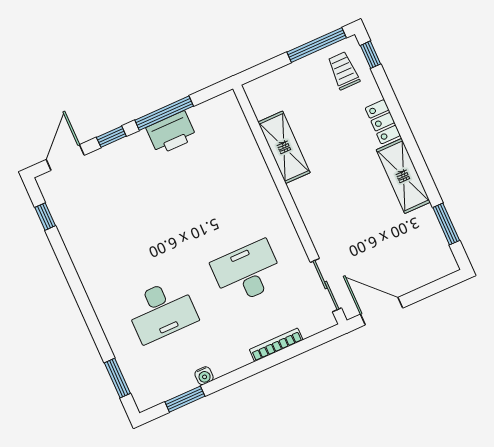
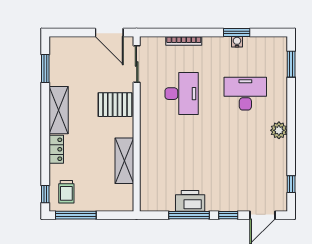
pallet: (330, 217) -> (115, 105), added
desk: (247, 272) -> (182, 94), turned -90
plant: (94, 282) -> (279, 130), added
window: (185, 399) -> (237, 33), moved

